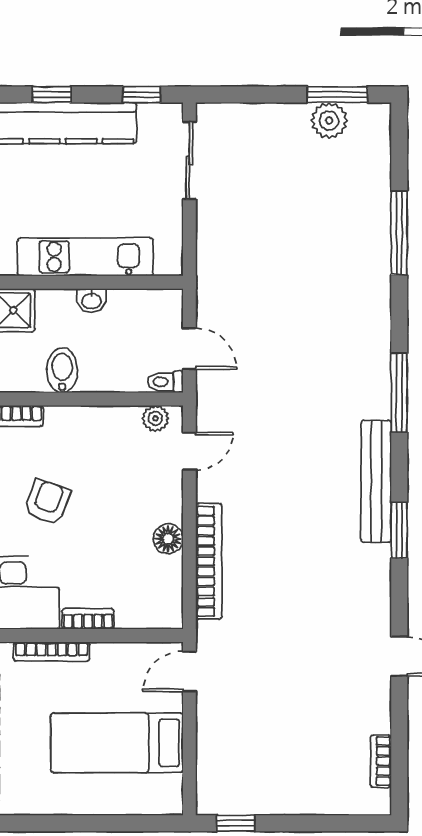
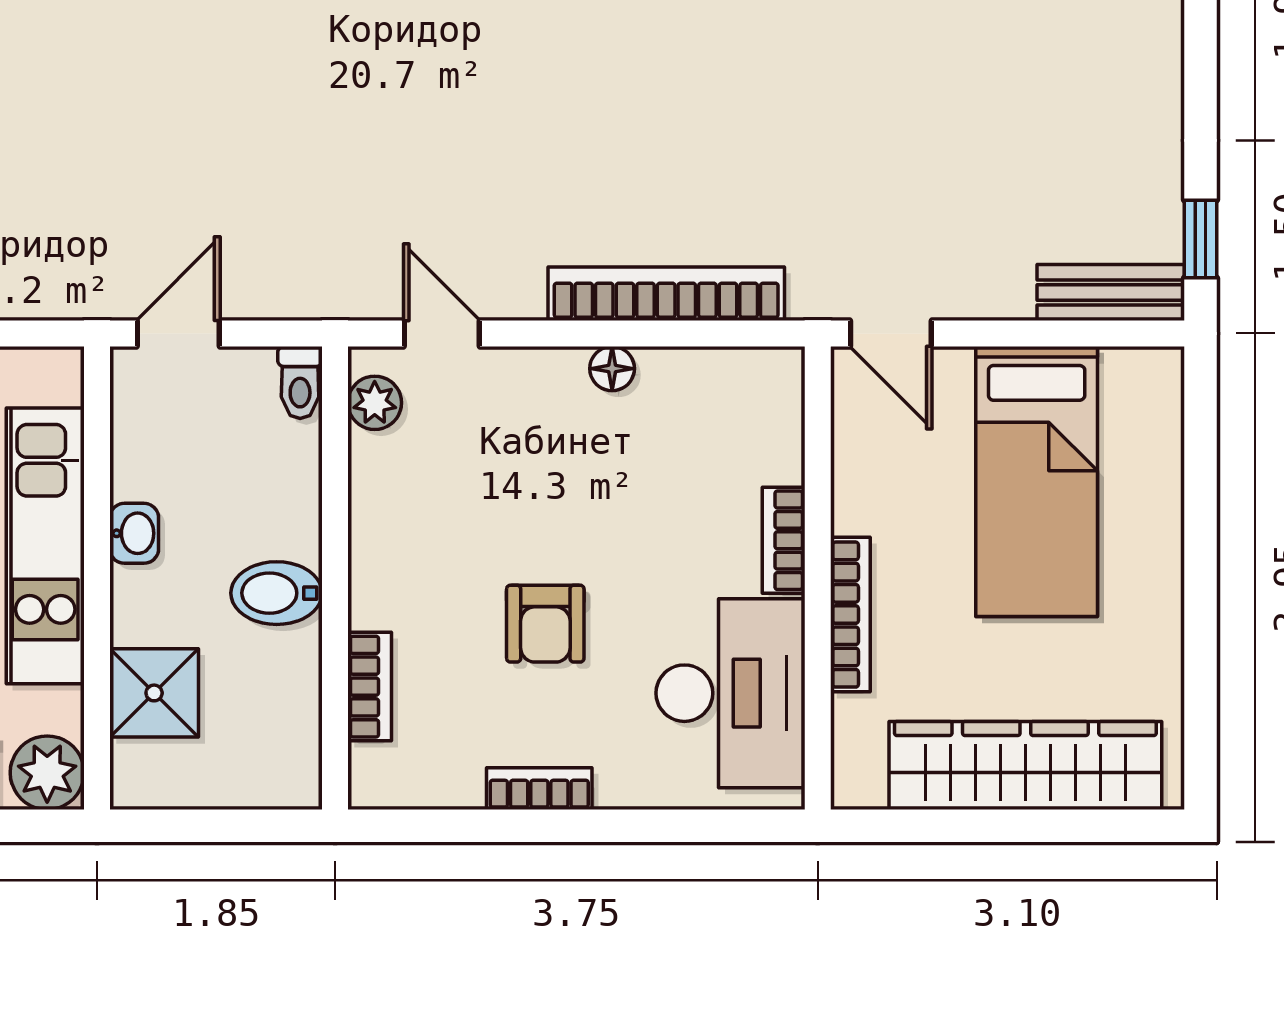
door: (189, 349) -> (178, 333), moved
armchair: (47, 502) -> (545, 624), turned -110
floor lamp: (168, 539) -> (612, 369), width x0.73, depth x0.73
bench: (210, 779) -> (1111, 292), added

